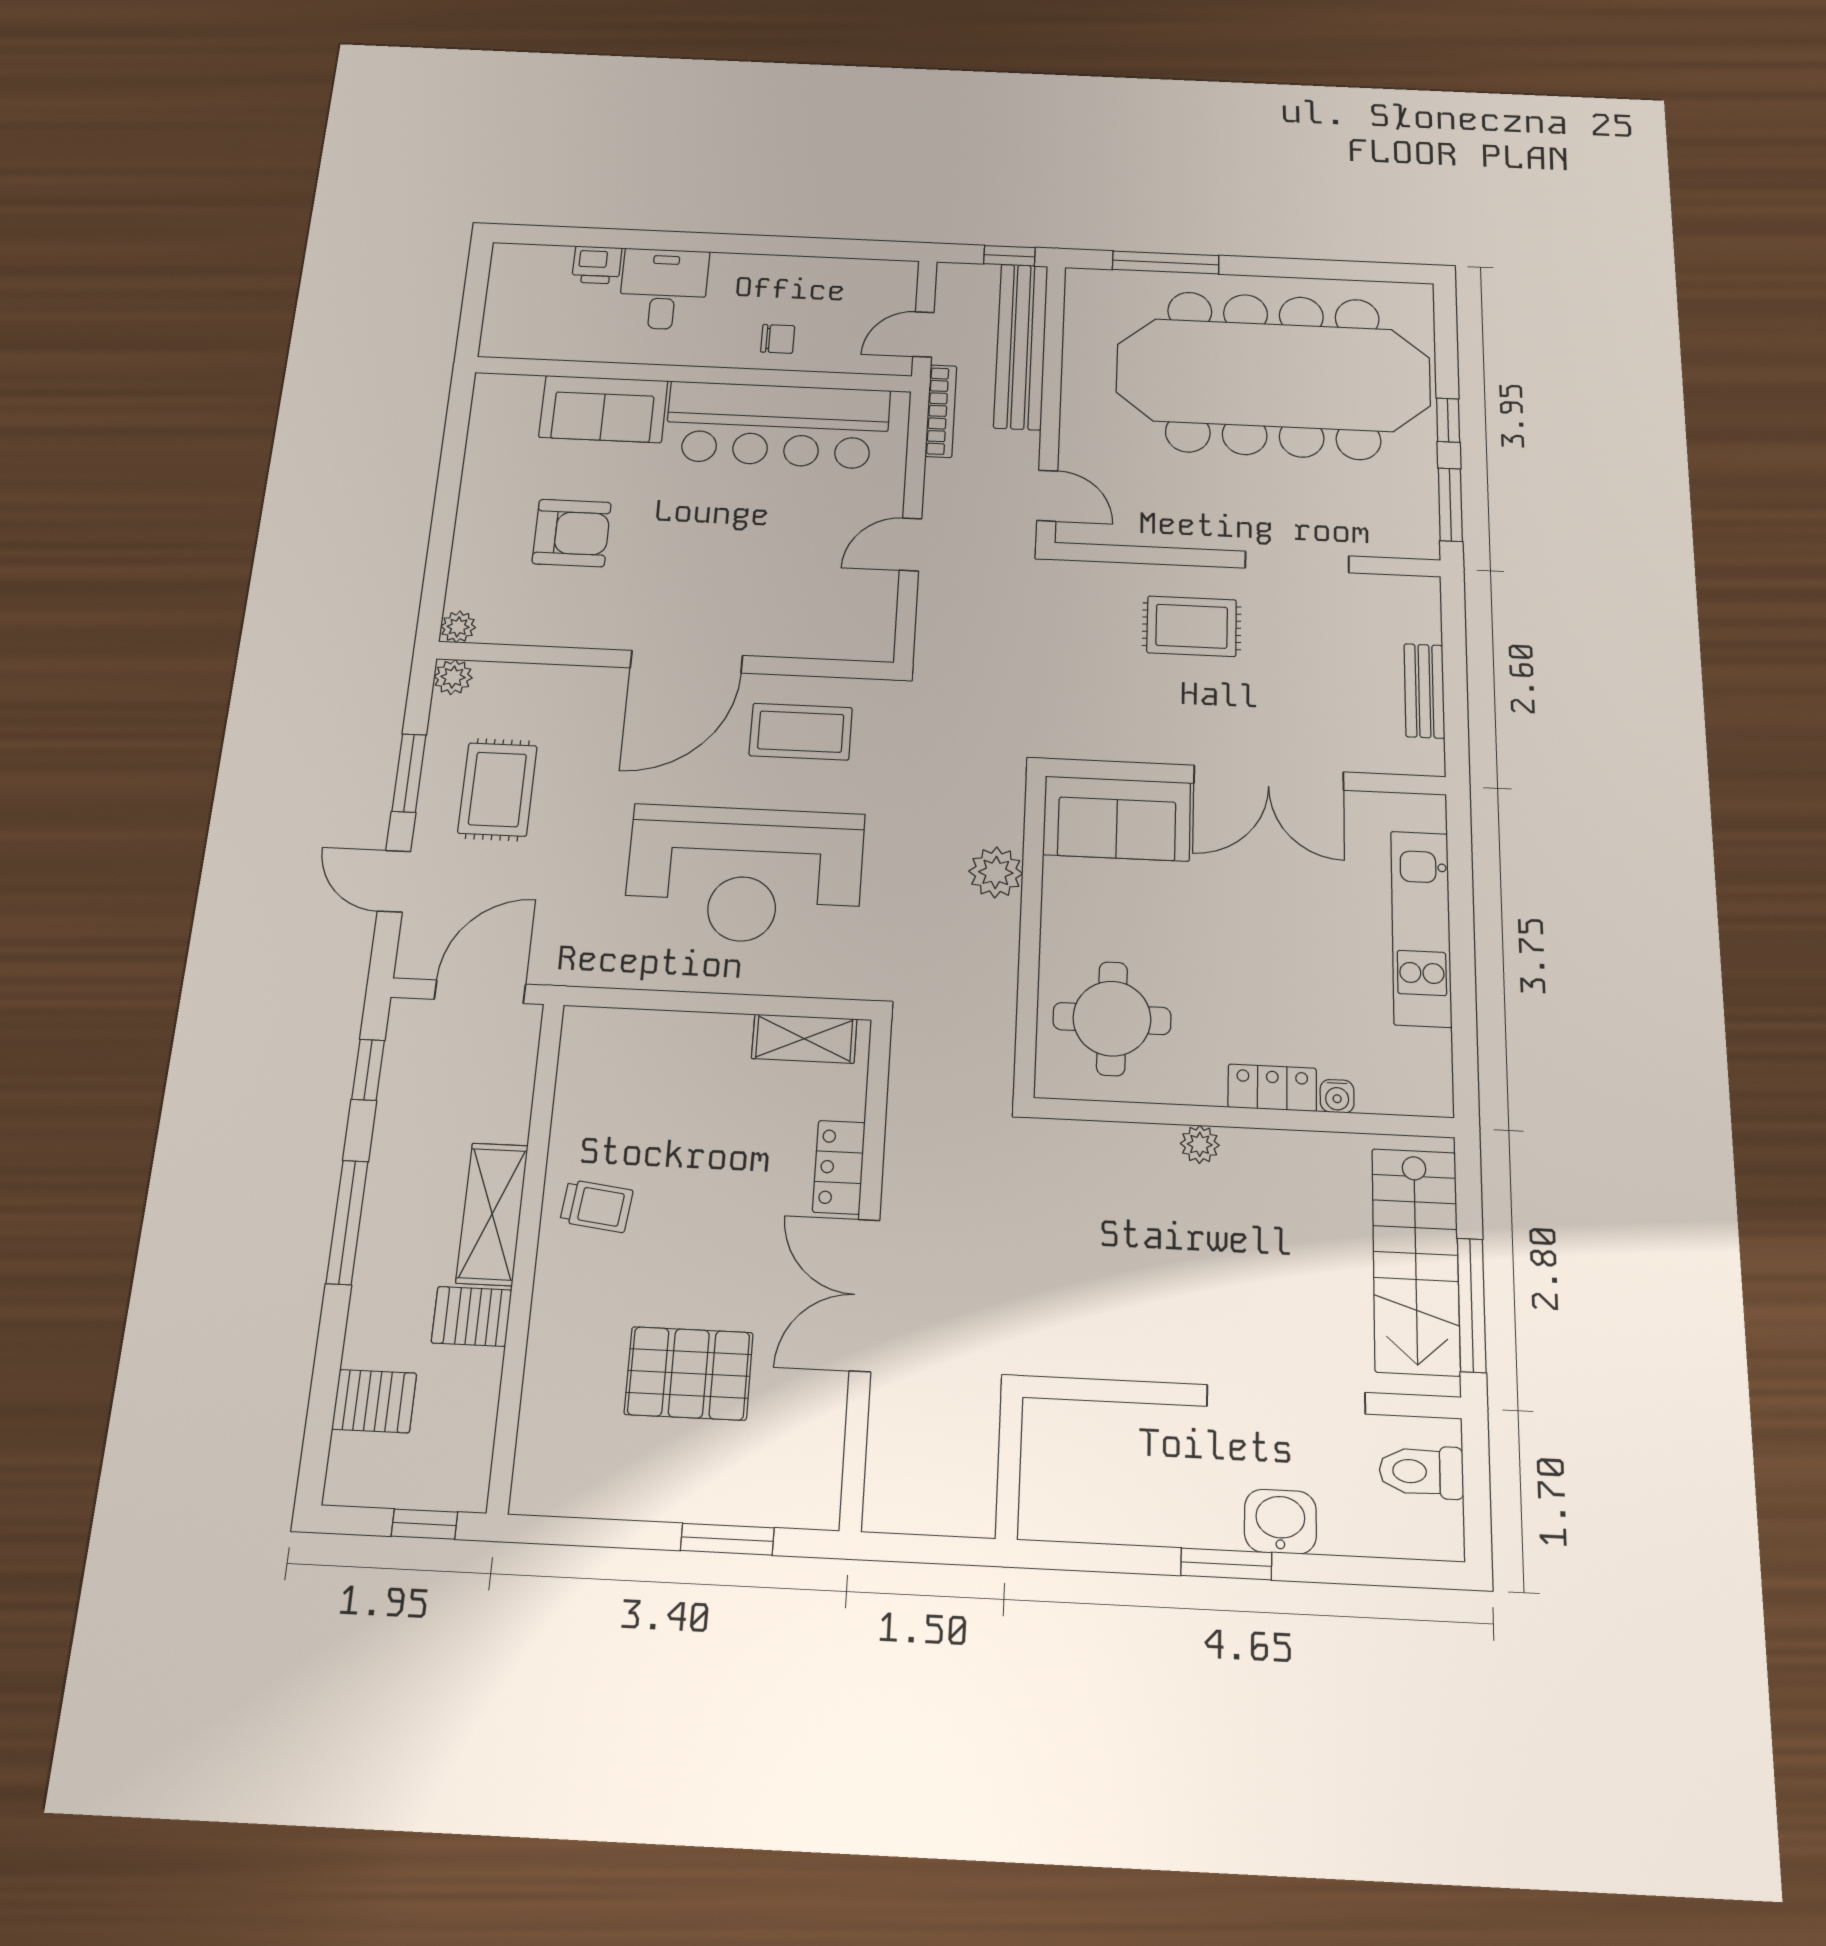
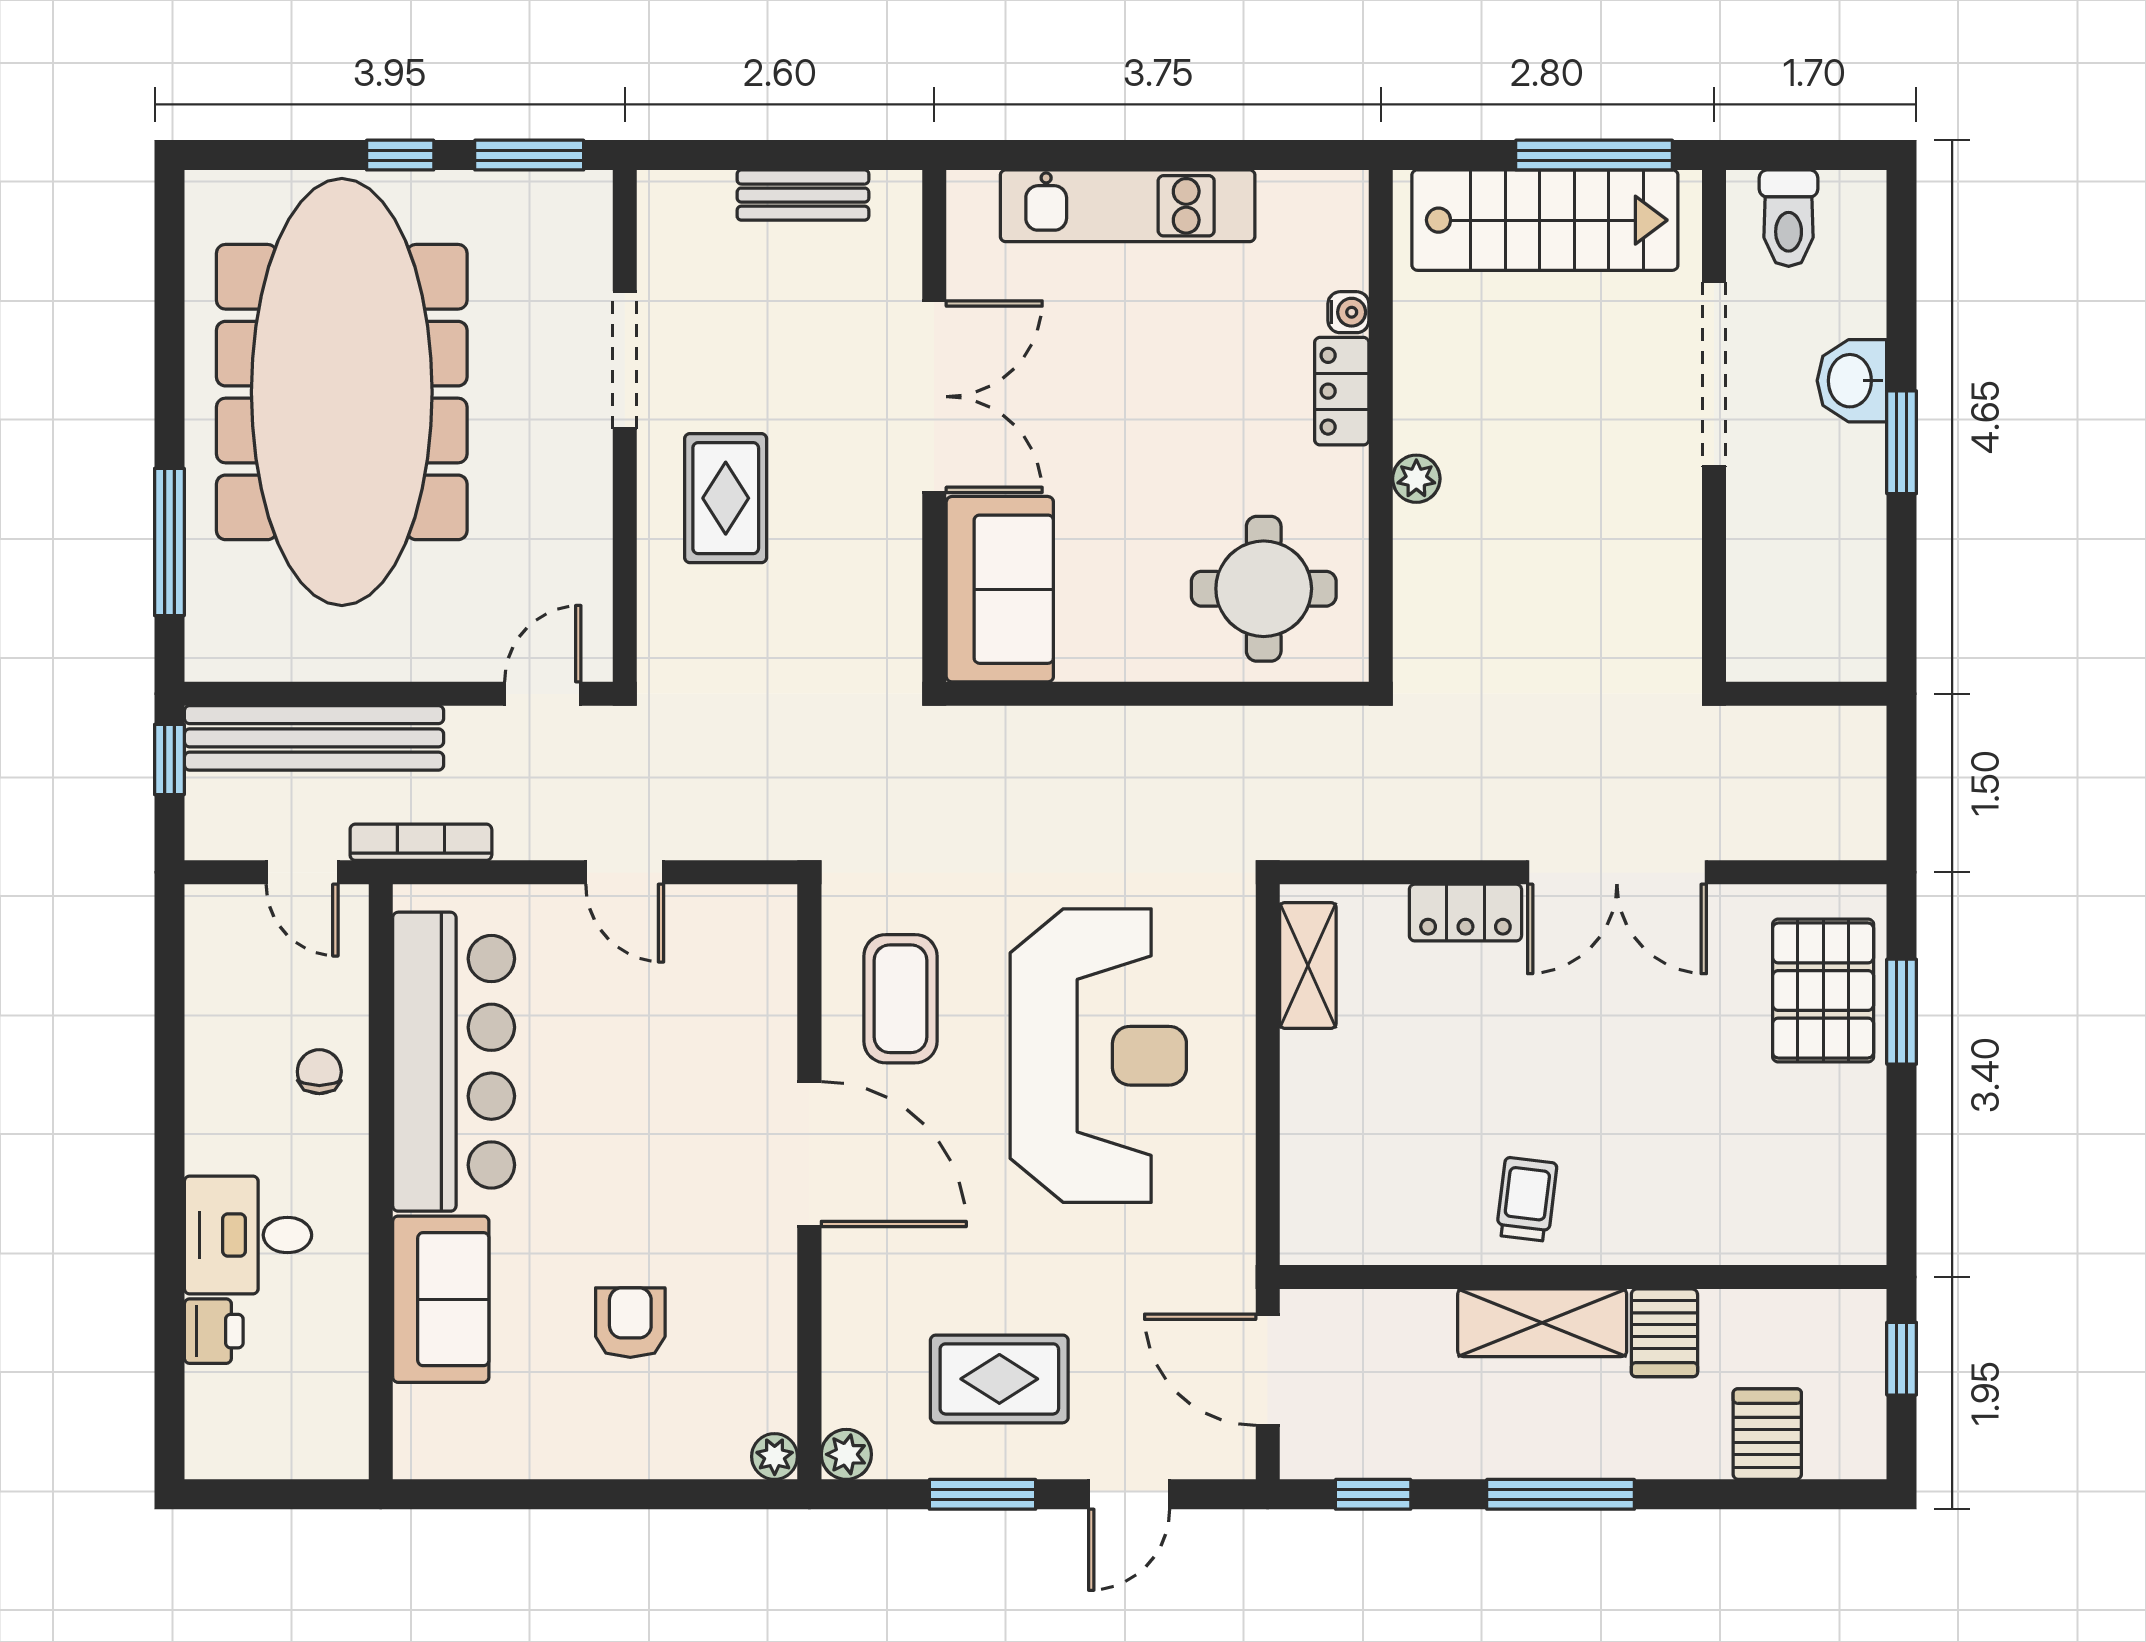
armchair: (572, 533) -> (630, 1323), width x0.72, depth x0.72
plant: (996, 872) -> (1080, 740), removed
pallet: (689, 1373) -> (1823, 990), moved

